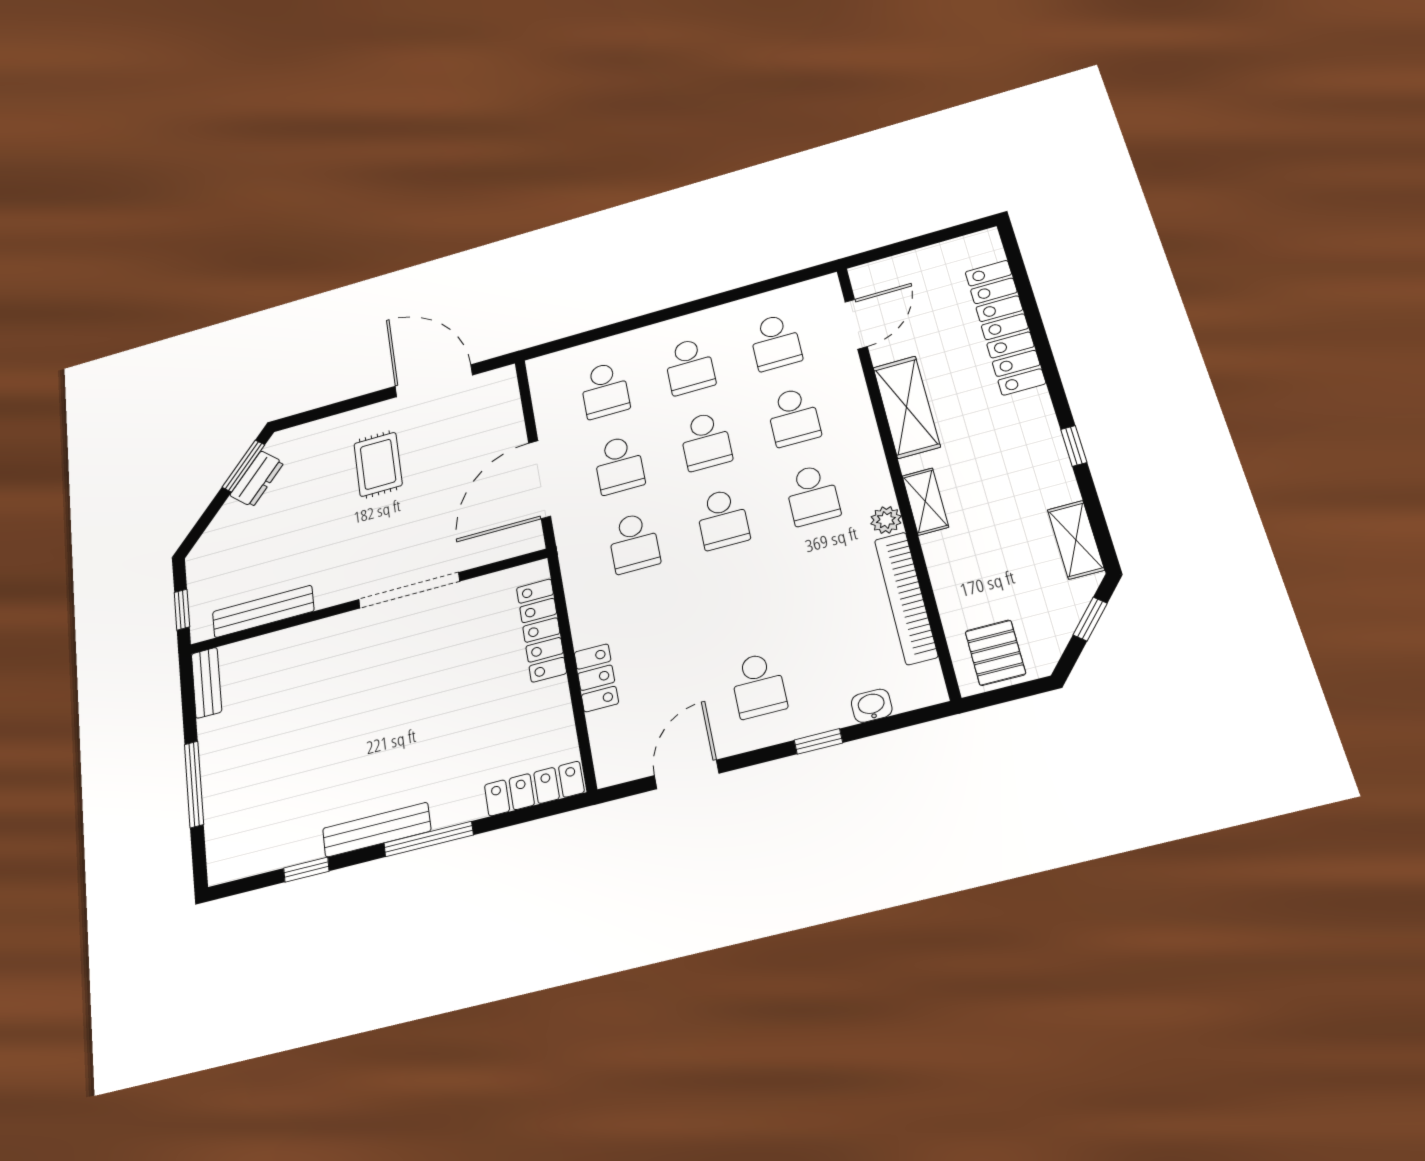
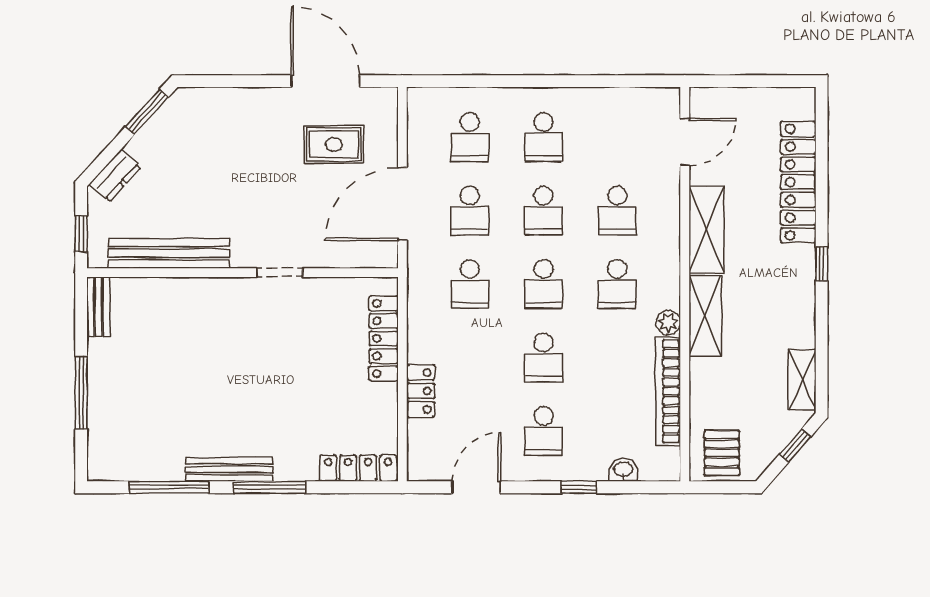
school desk: (775, 342) -> (544, 358), moved
window: (1074, 446) -> (822, 264), moved
rug: (378, 464) -> (334, 145), moved, turned 90
dresser: (257, 479) -> (115, 176), moved
shelving: (925, 501) -> (705, 316), width x1.50, depth x1.33
doorway: (409, 590) -> (280, 273), width x0.53
bench: (263, 611) -> (169, 253), width x1.37, depth x1.21
window: (306, 870) -> (169, 487), width x2.17

